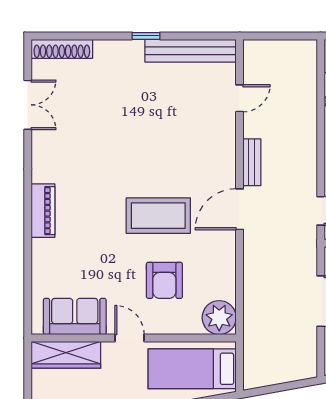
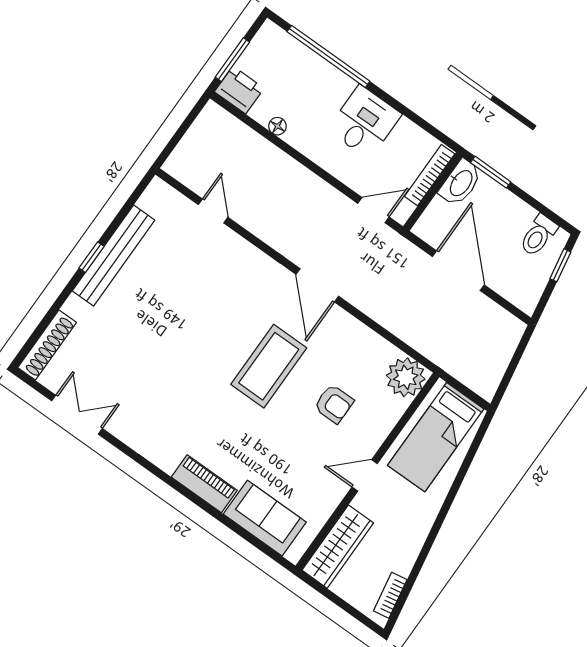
bench: (191, 51) -> (114, 256), moved
bench: (252, 162) -> (281, 242), removed
piano: (43, 211) -> (204, 484), moved
armchair: (164, 280) -> (334, 404), width x0.72, depth x0.72
sofa: (75, 316) -> (265, 518), moved, turned 90

